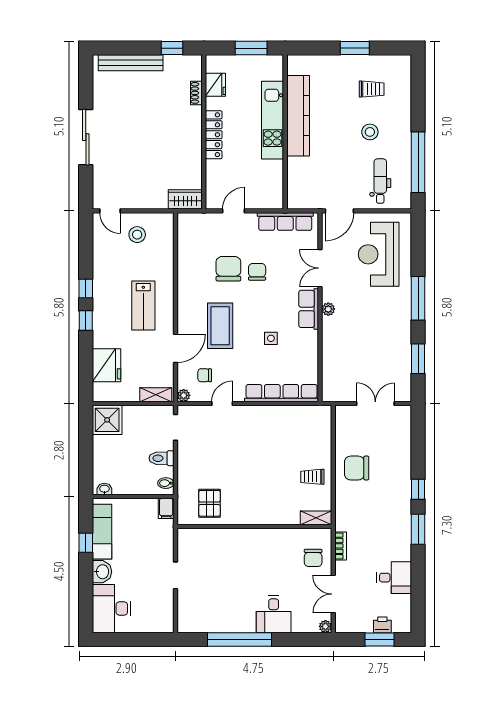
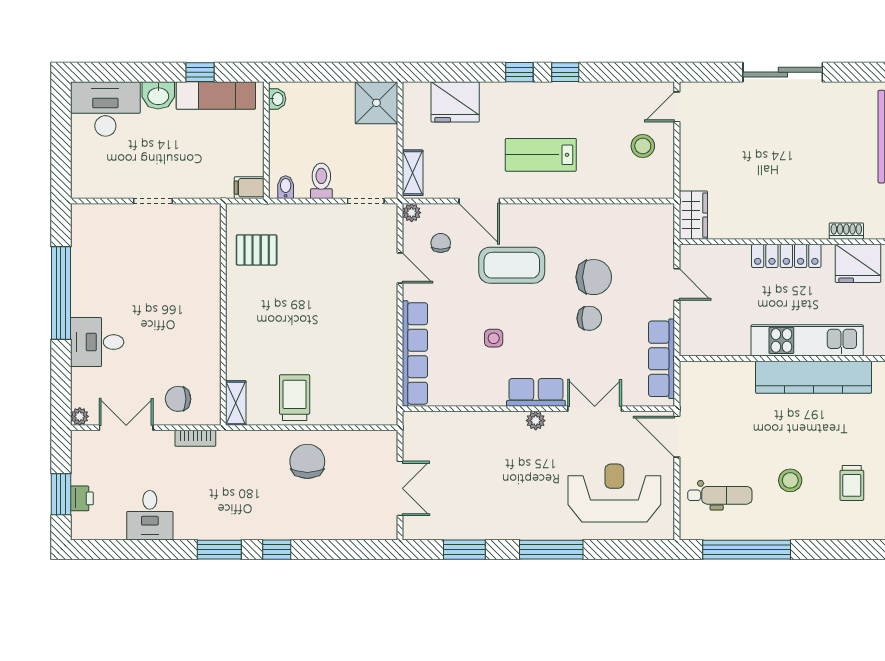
fridge: (215, 85) -> (858, 263), width x1.36, depth x1.34
trolley: (312, 477) -> (295, 398), width x1.36, depth x1.39

